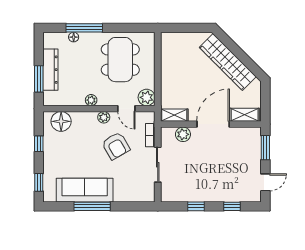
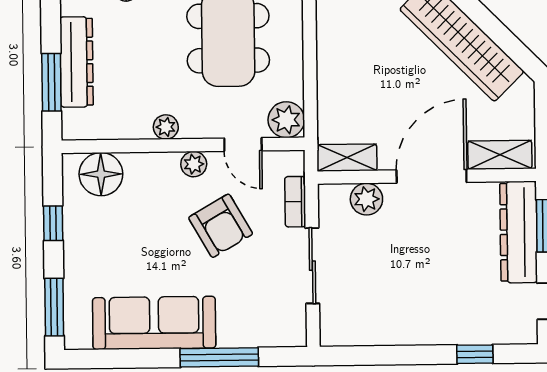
dresser: (253, 150) -> (519, 232), added
window: (39, 182) -> (54, 307), width x1.50
window: (92, 206) -> (219, 357), moved
window: (196, 206) -> (397, 355), removed

